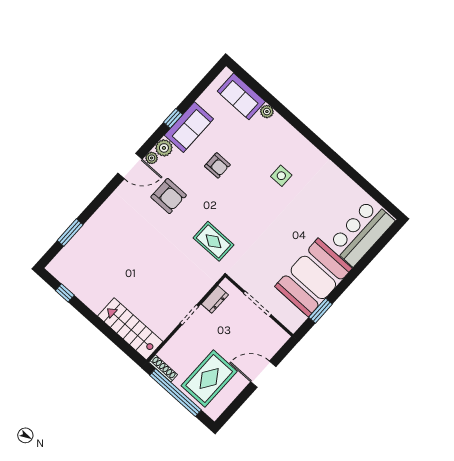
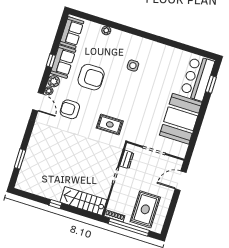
sofa: (241, 96) -> (72, 33), moved, turned -90
armchair: (217, 165) -> (91, 77), width x1.88, depth x1.88
door: (130, 166) -> (38, 102), hinge flipped
armchair: (169, 196) -> (70, 109), turned 180
window: (65, 293) -> (55, 204), moved
window: (320, 311) -> (211, 84), moved
door: (263, 374) -> (181, 181), moved

